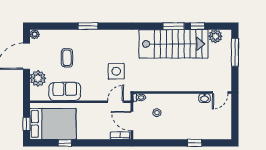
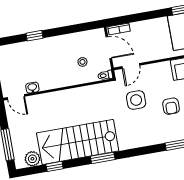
window: (174, 26) -> (103, 158), moved
armchair: (87, 61) -> (171, 106), added
door: (220, 93) -> (16, 97), swing flipped

